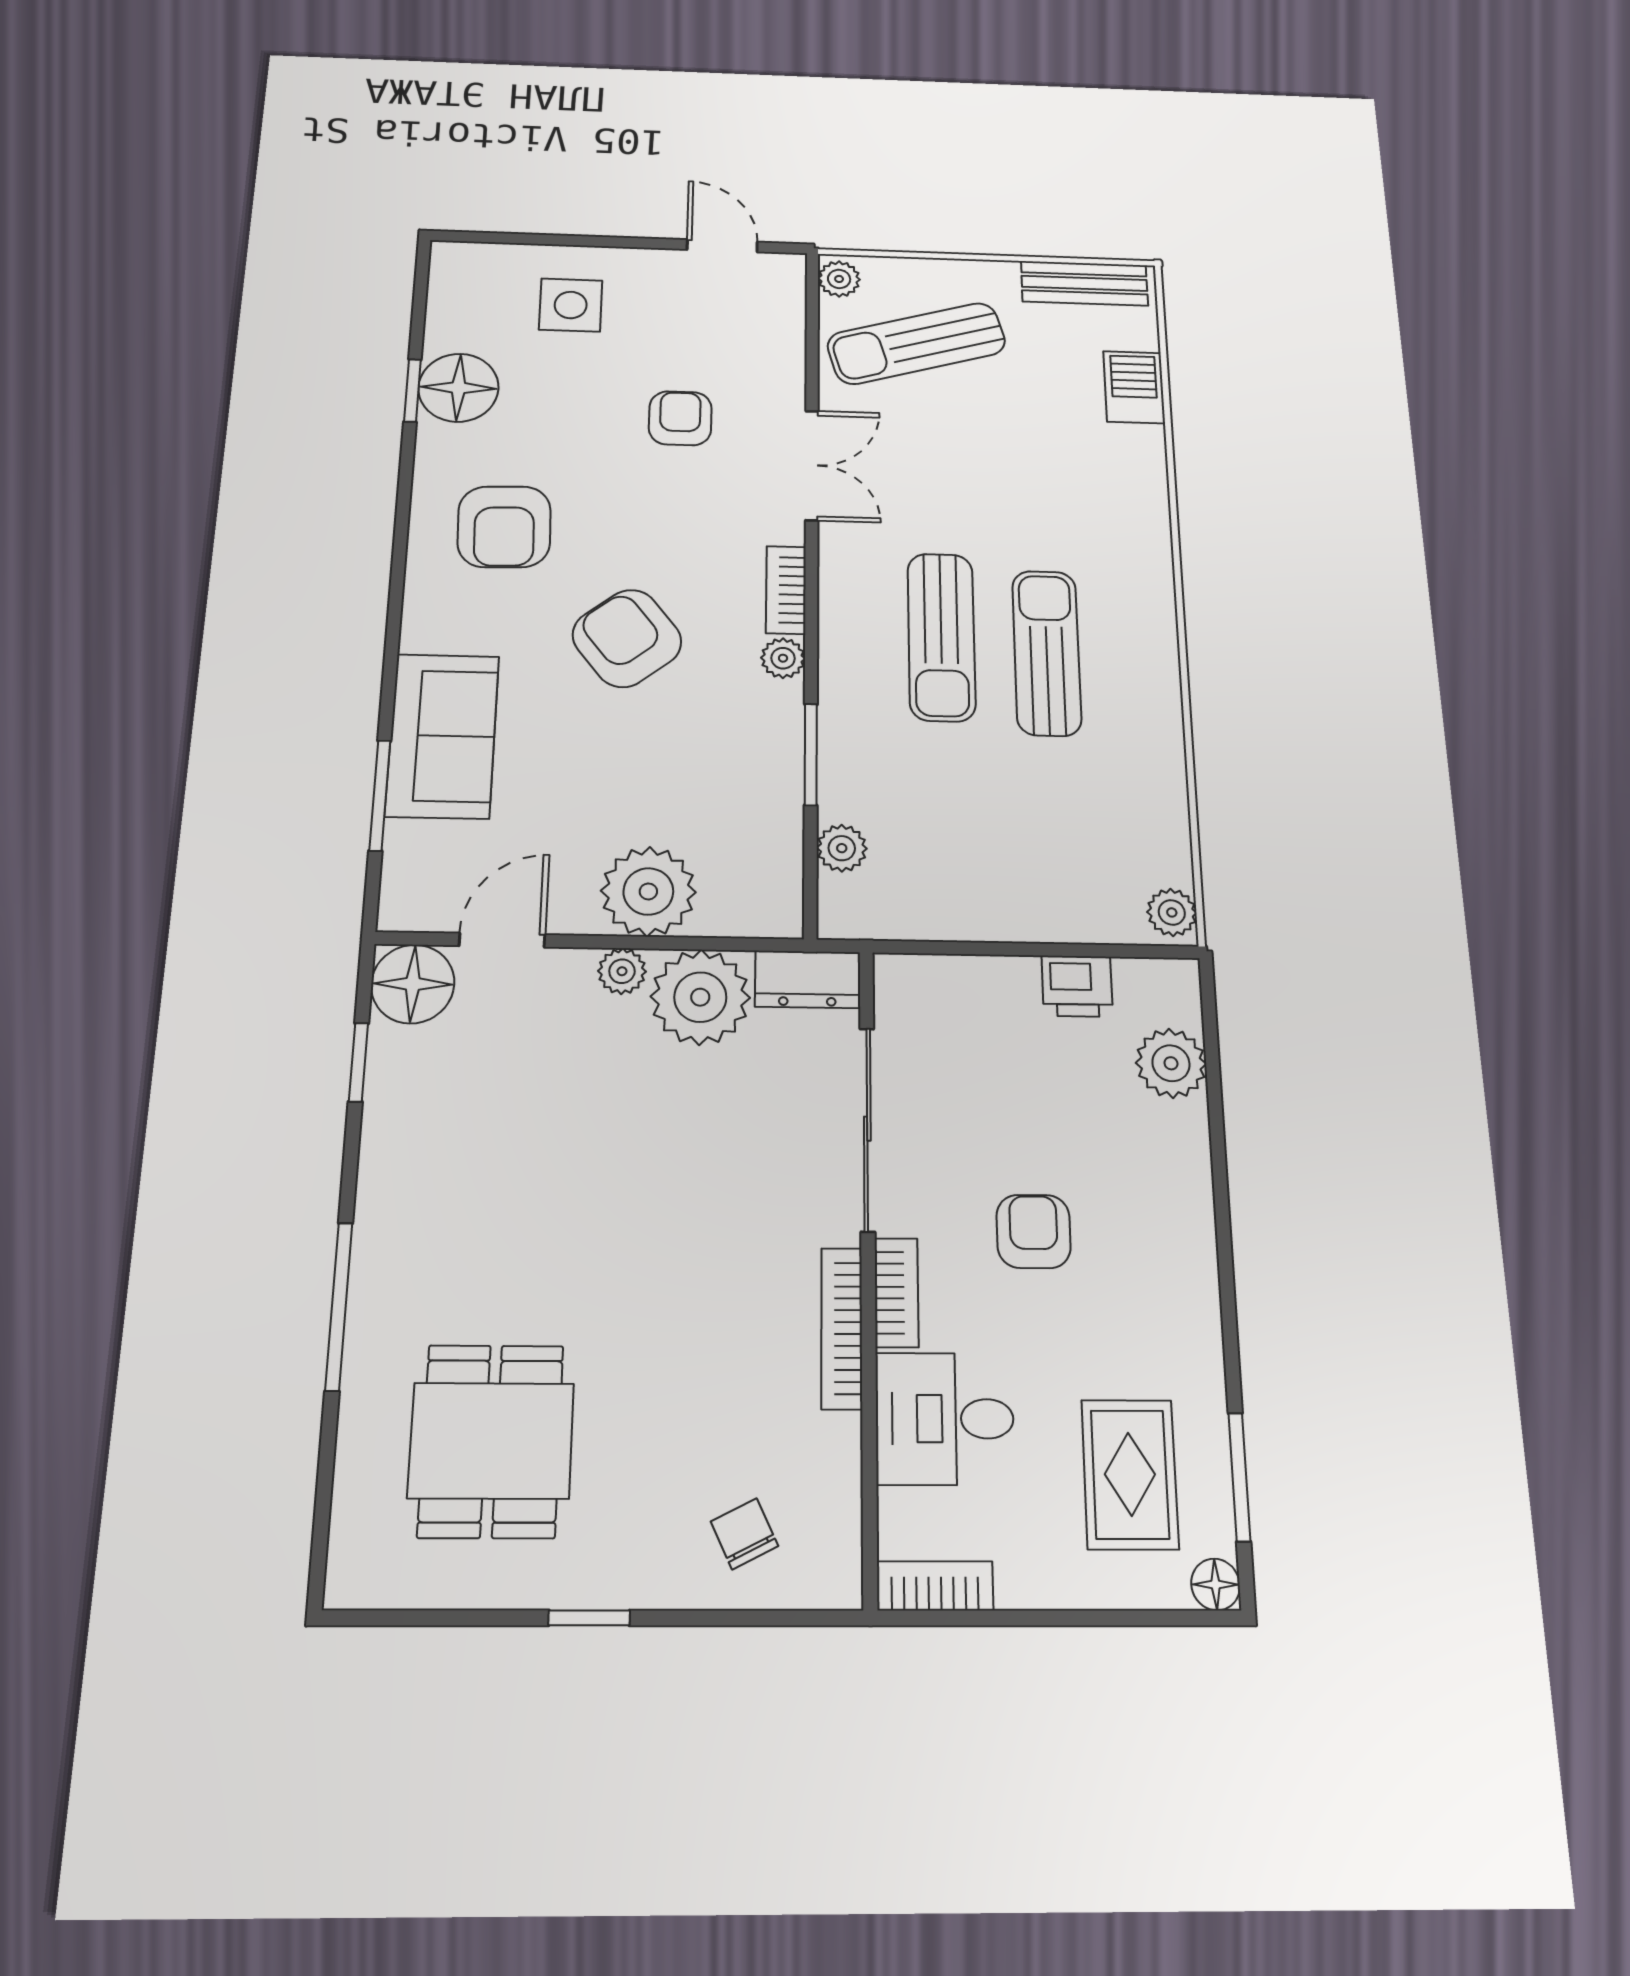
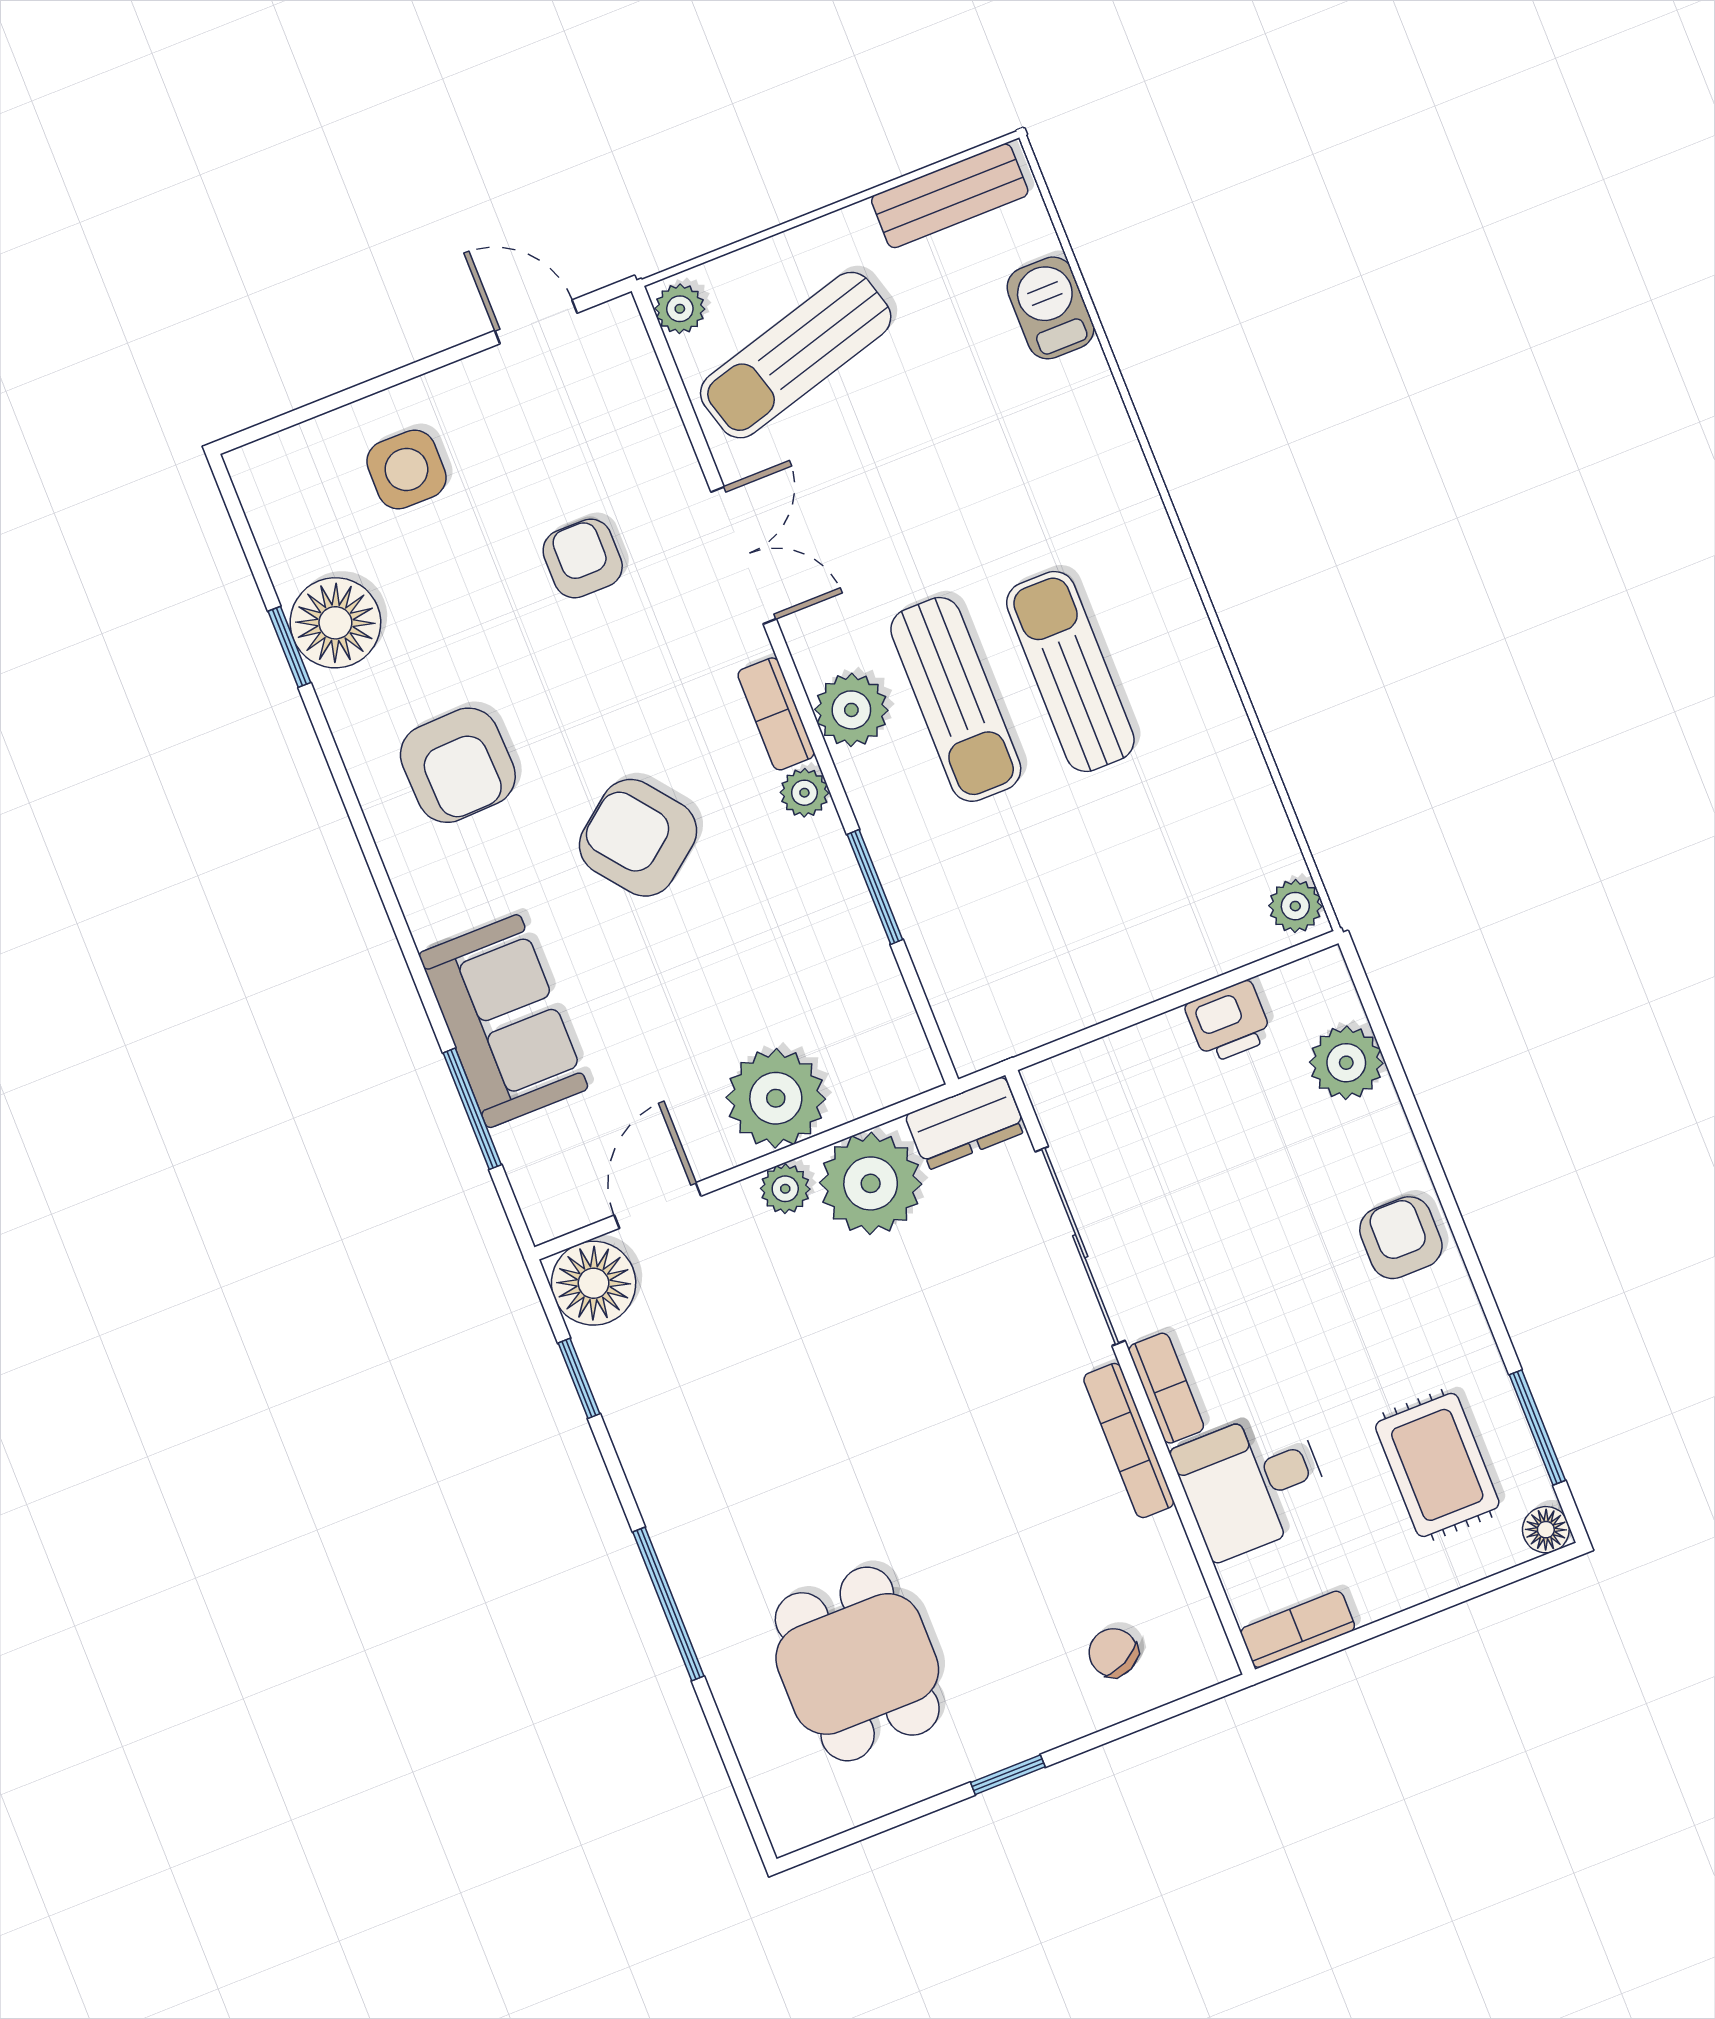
plant: (842, 848) -> (851, 710), moved, width x1.38, depth x1.38
armchair: (1034, 1231) -> (1401, 1238), moved

